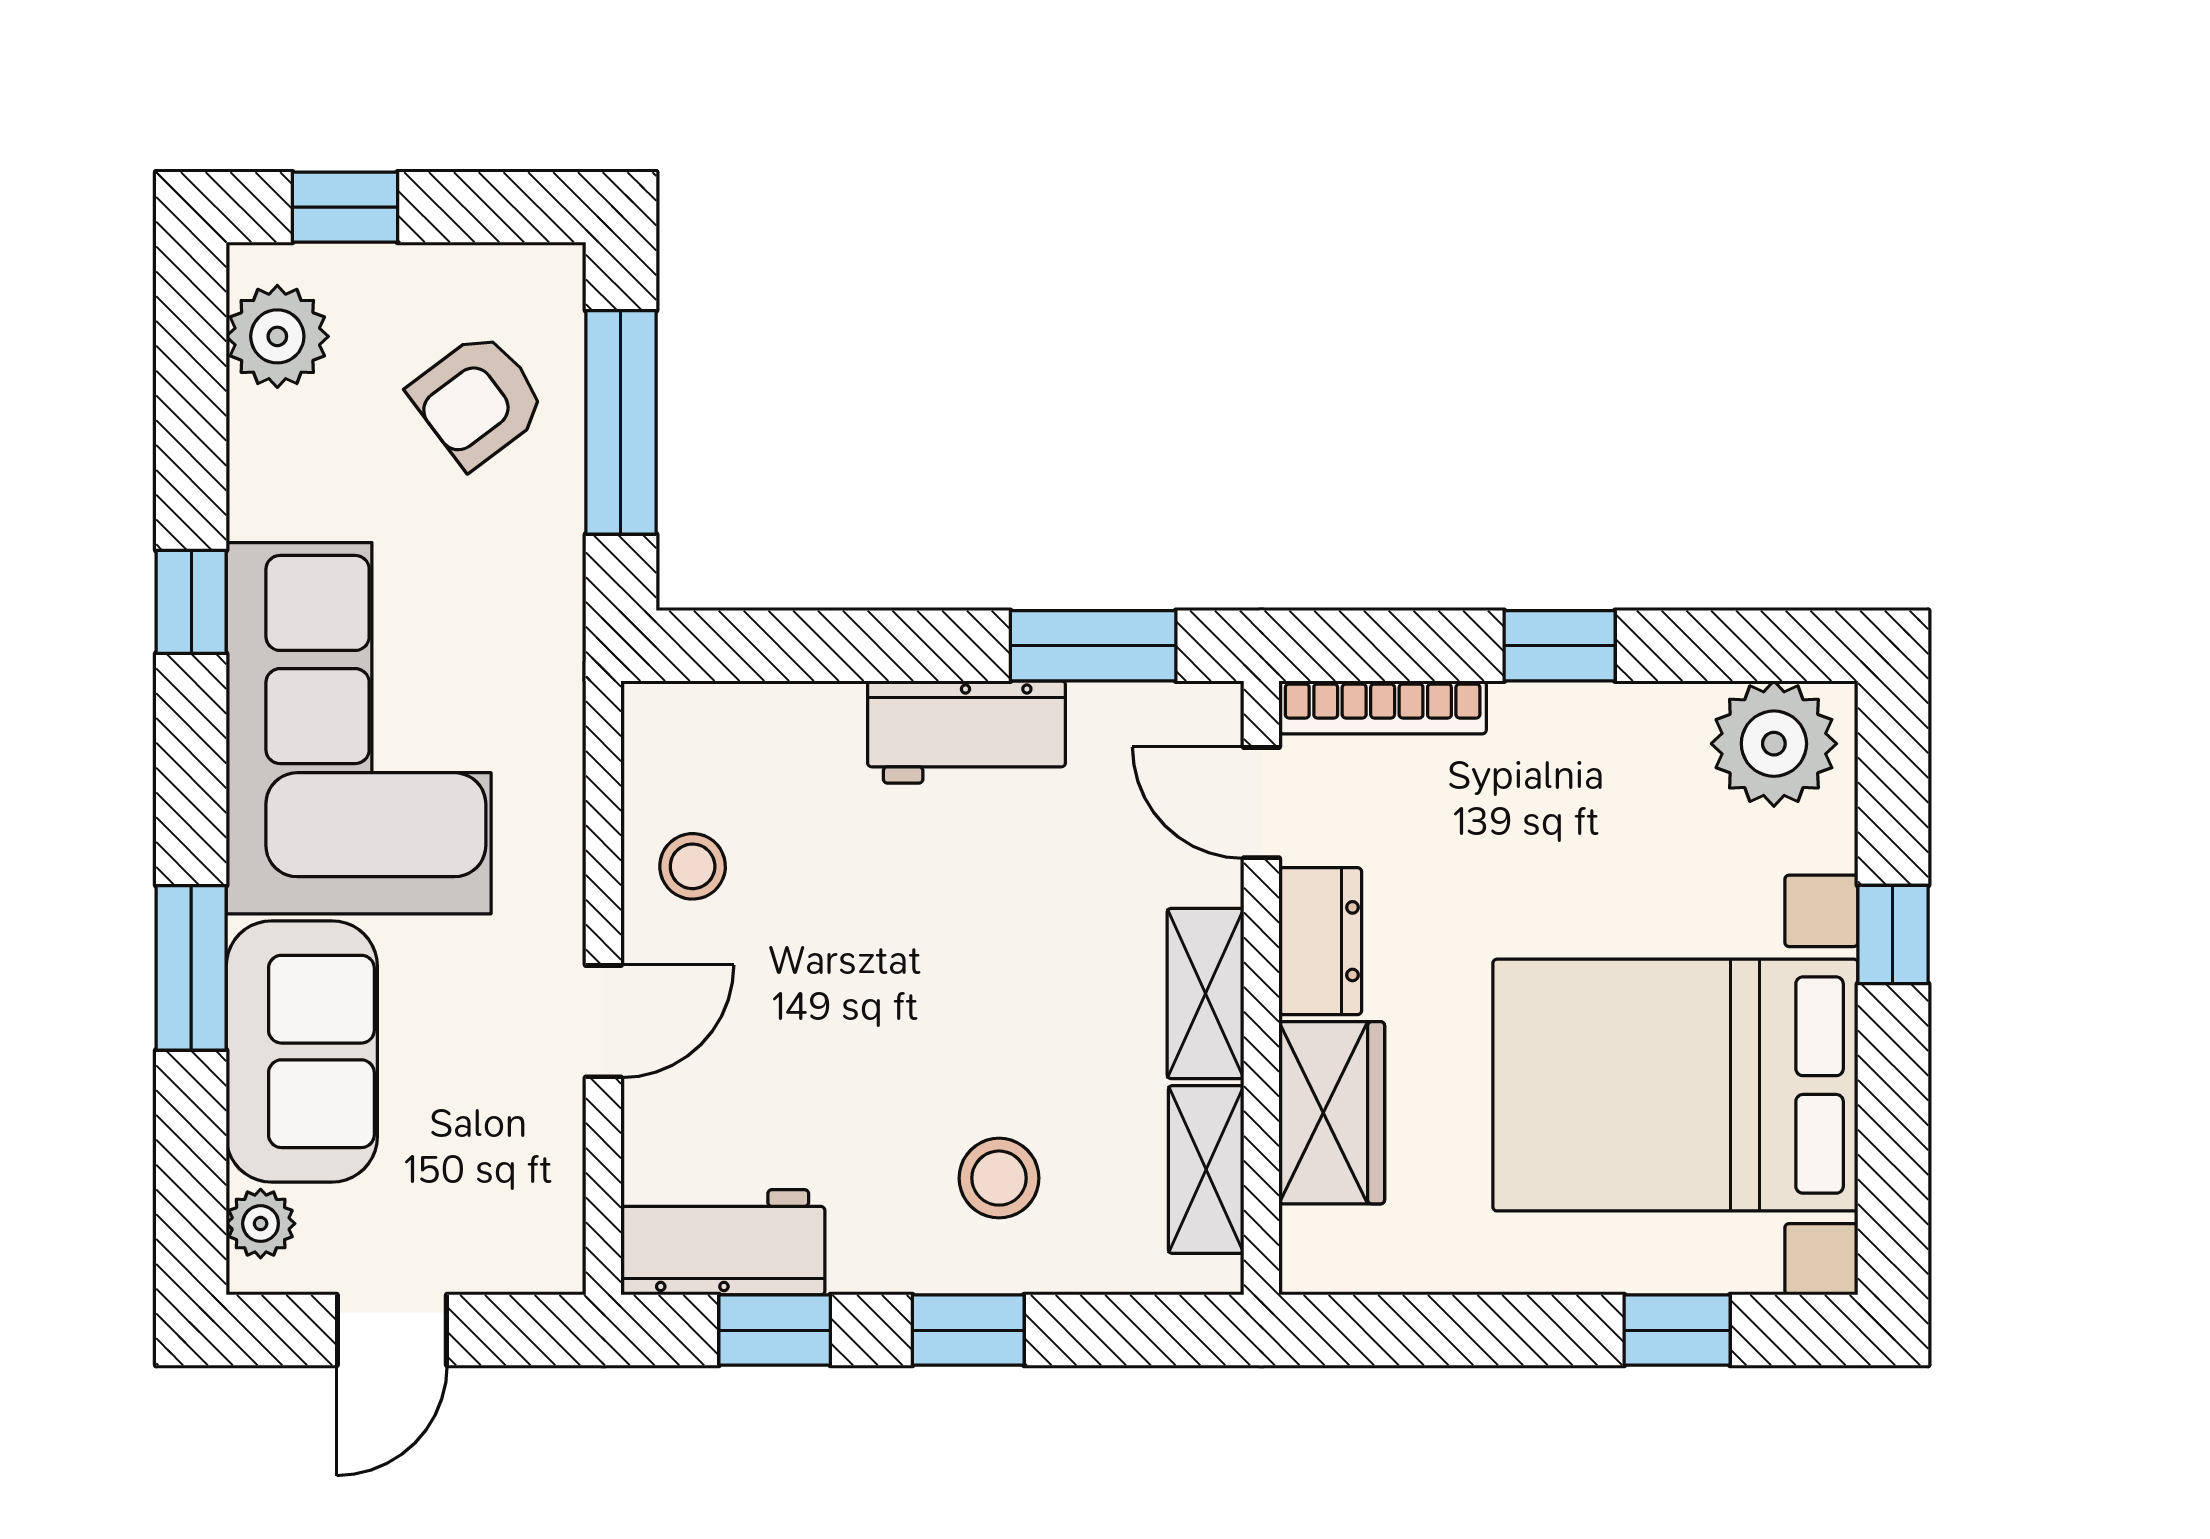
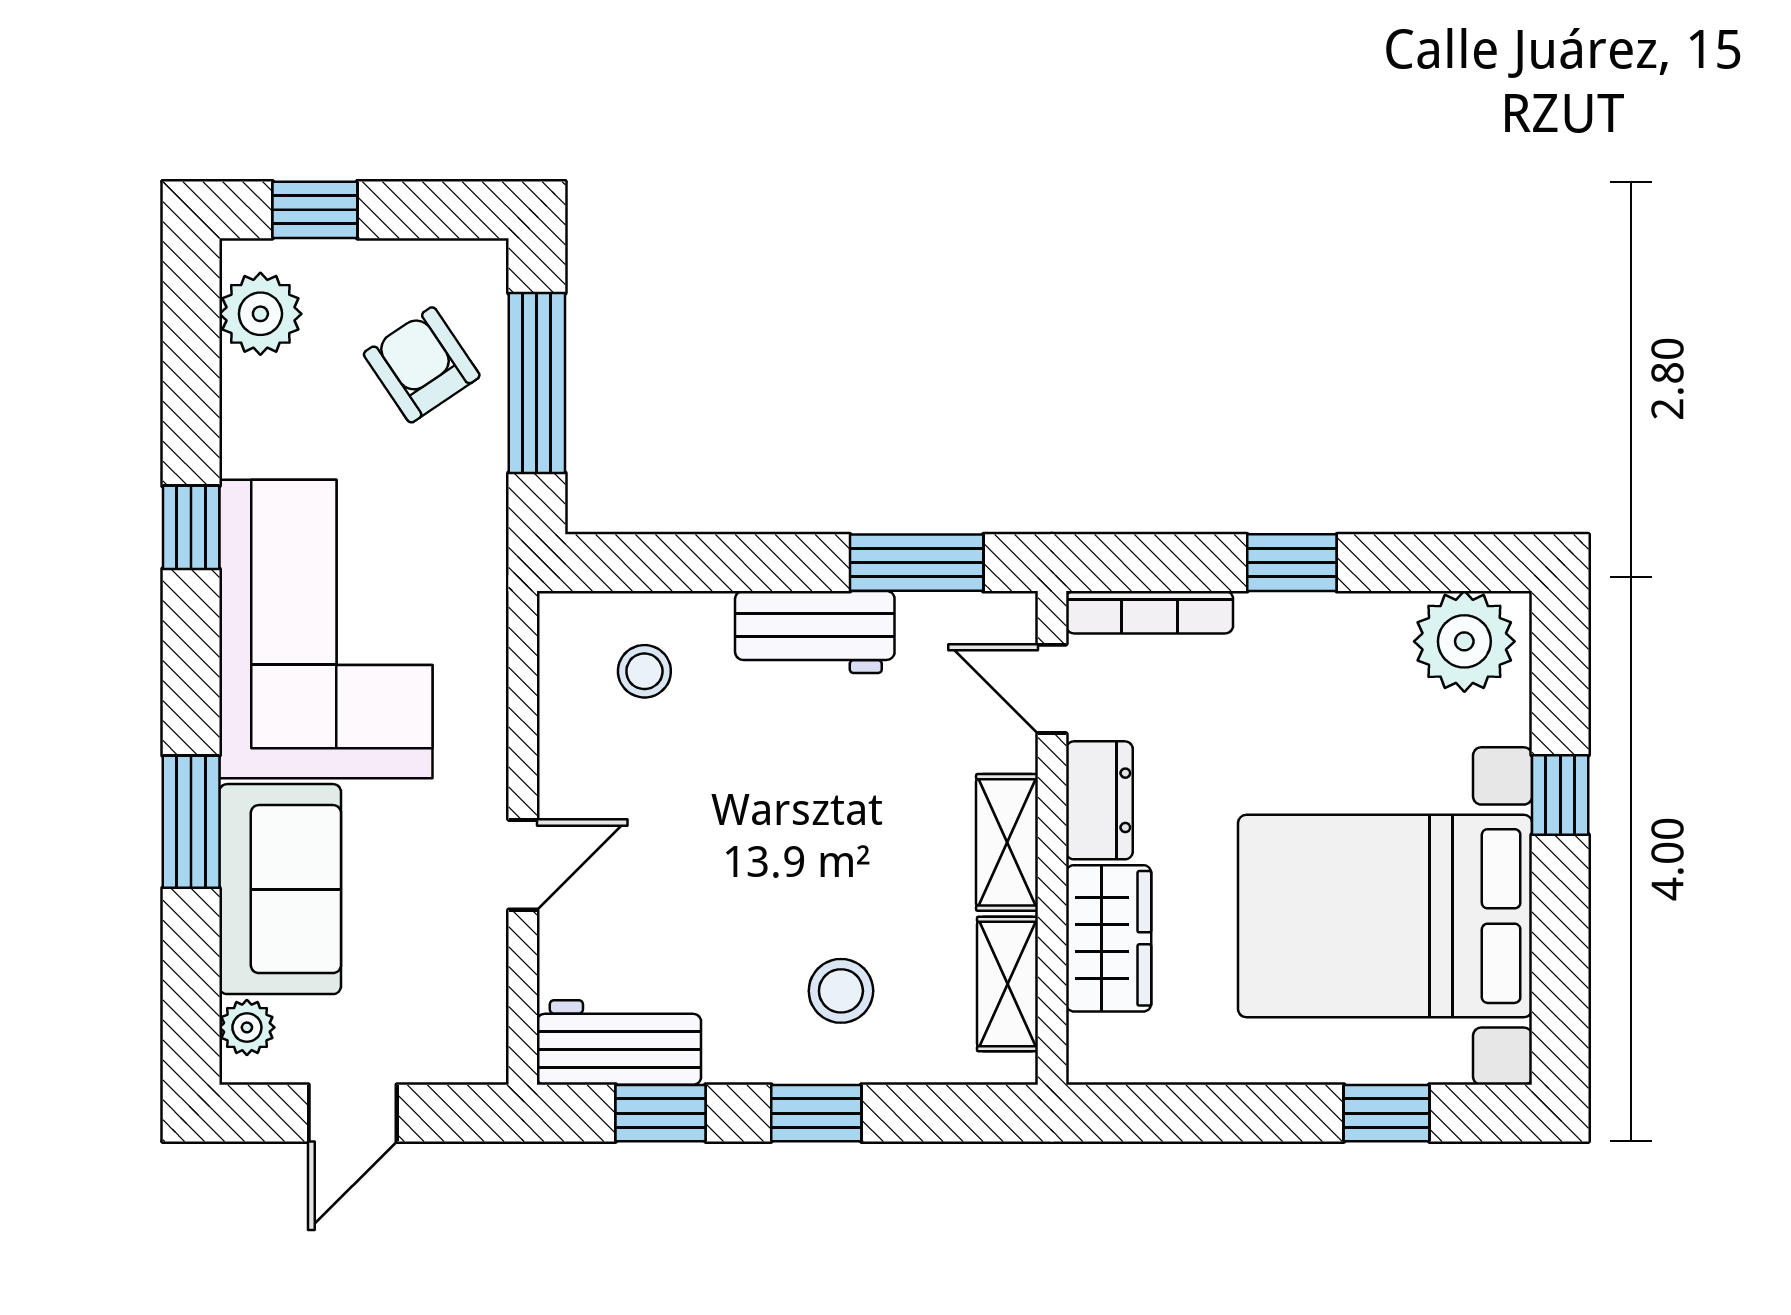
armchair: (478, 400) -> (422, 365), turned 93
stool: (693, 866) -> (644, 671), moved

